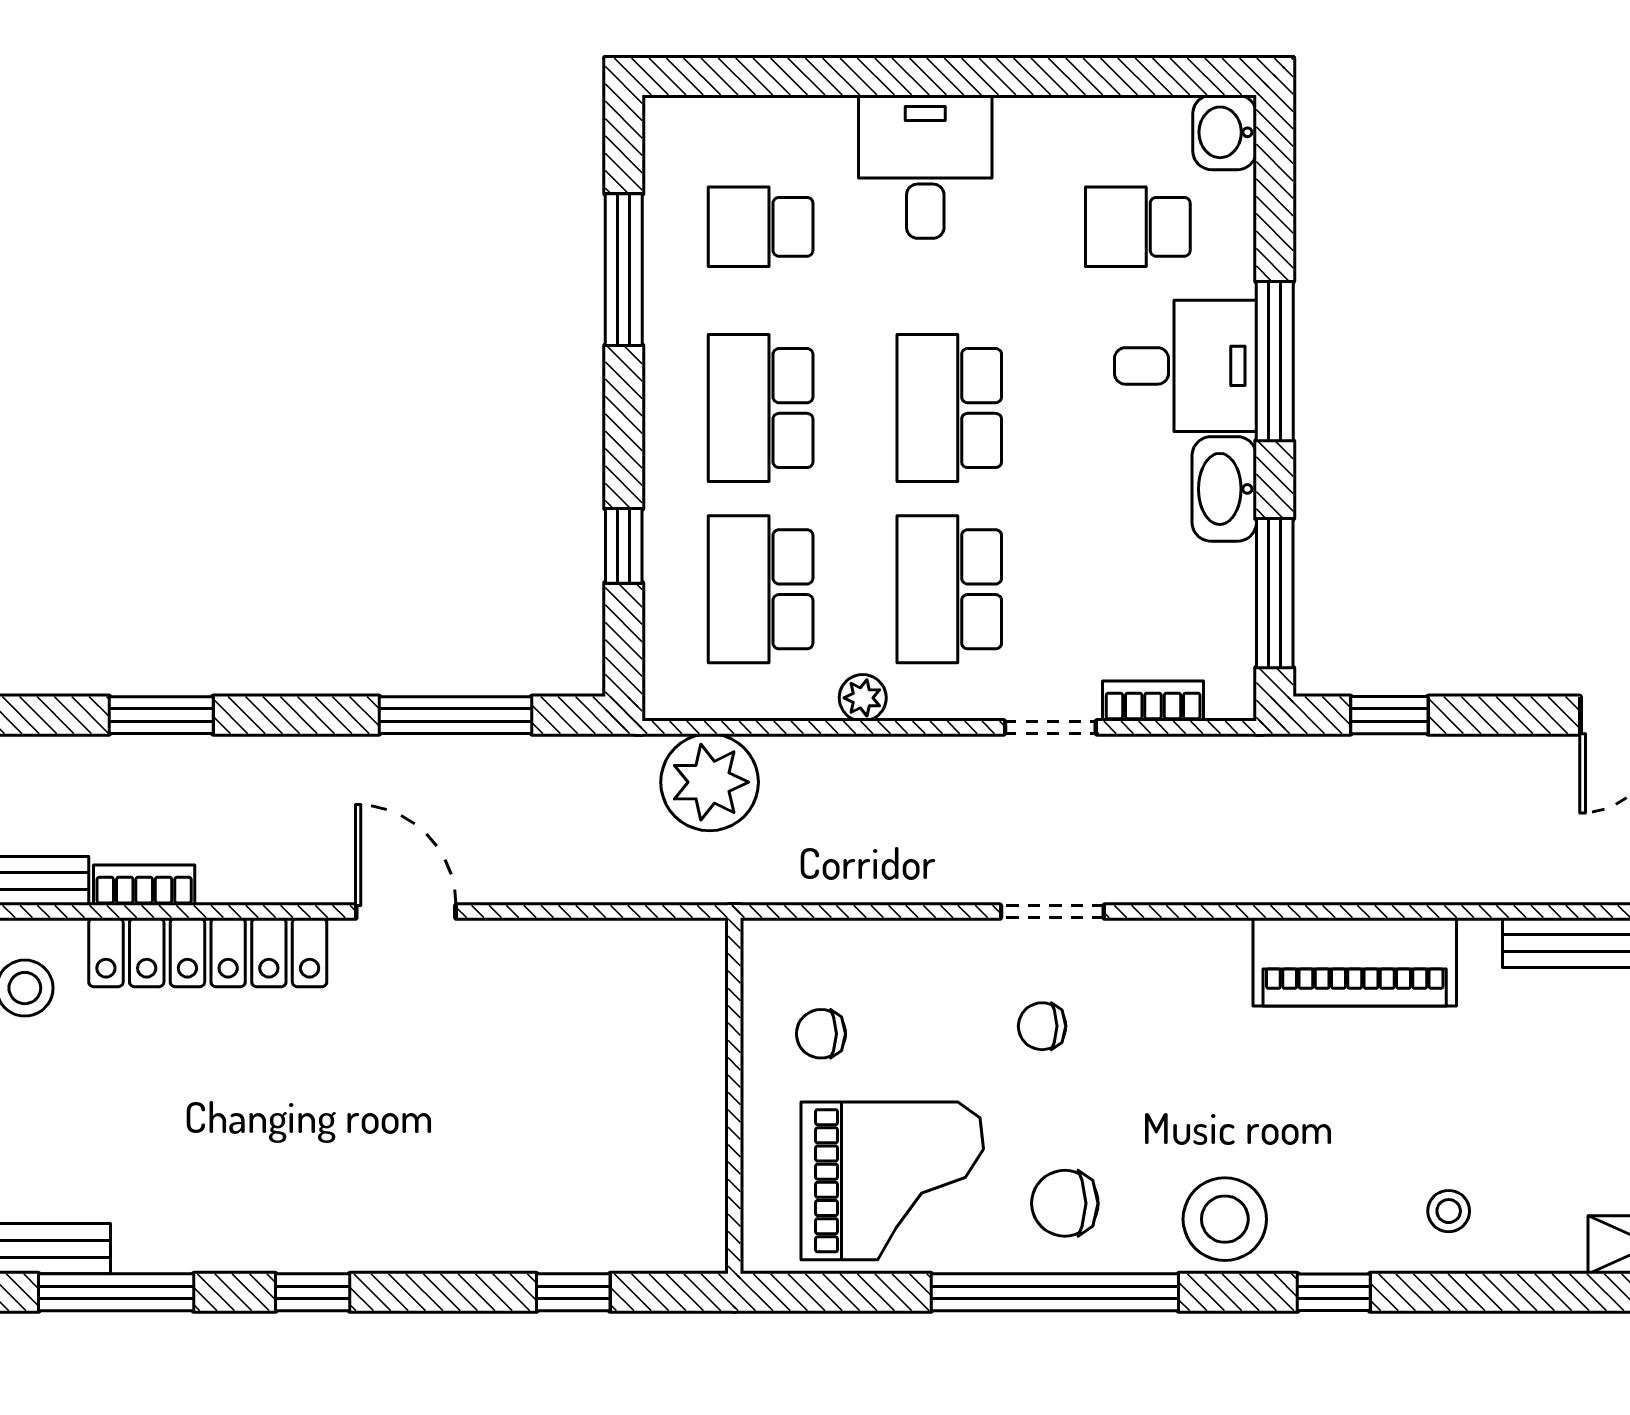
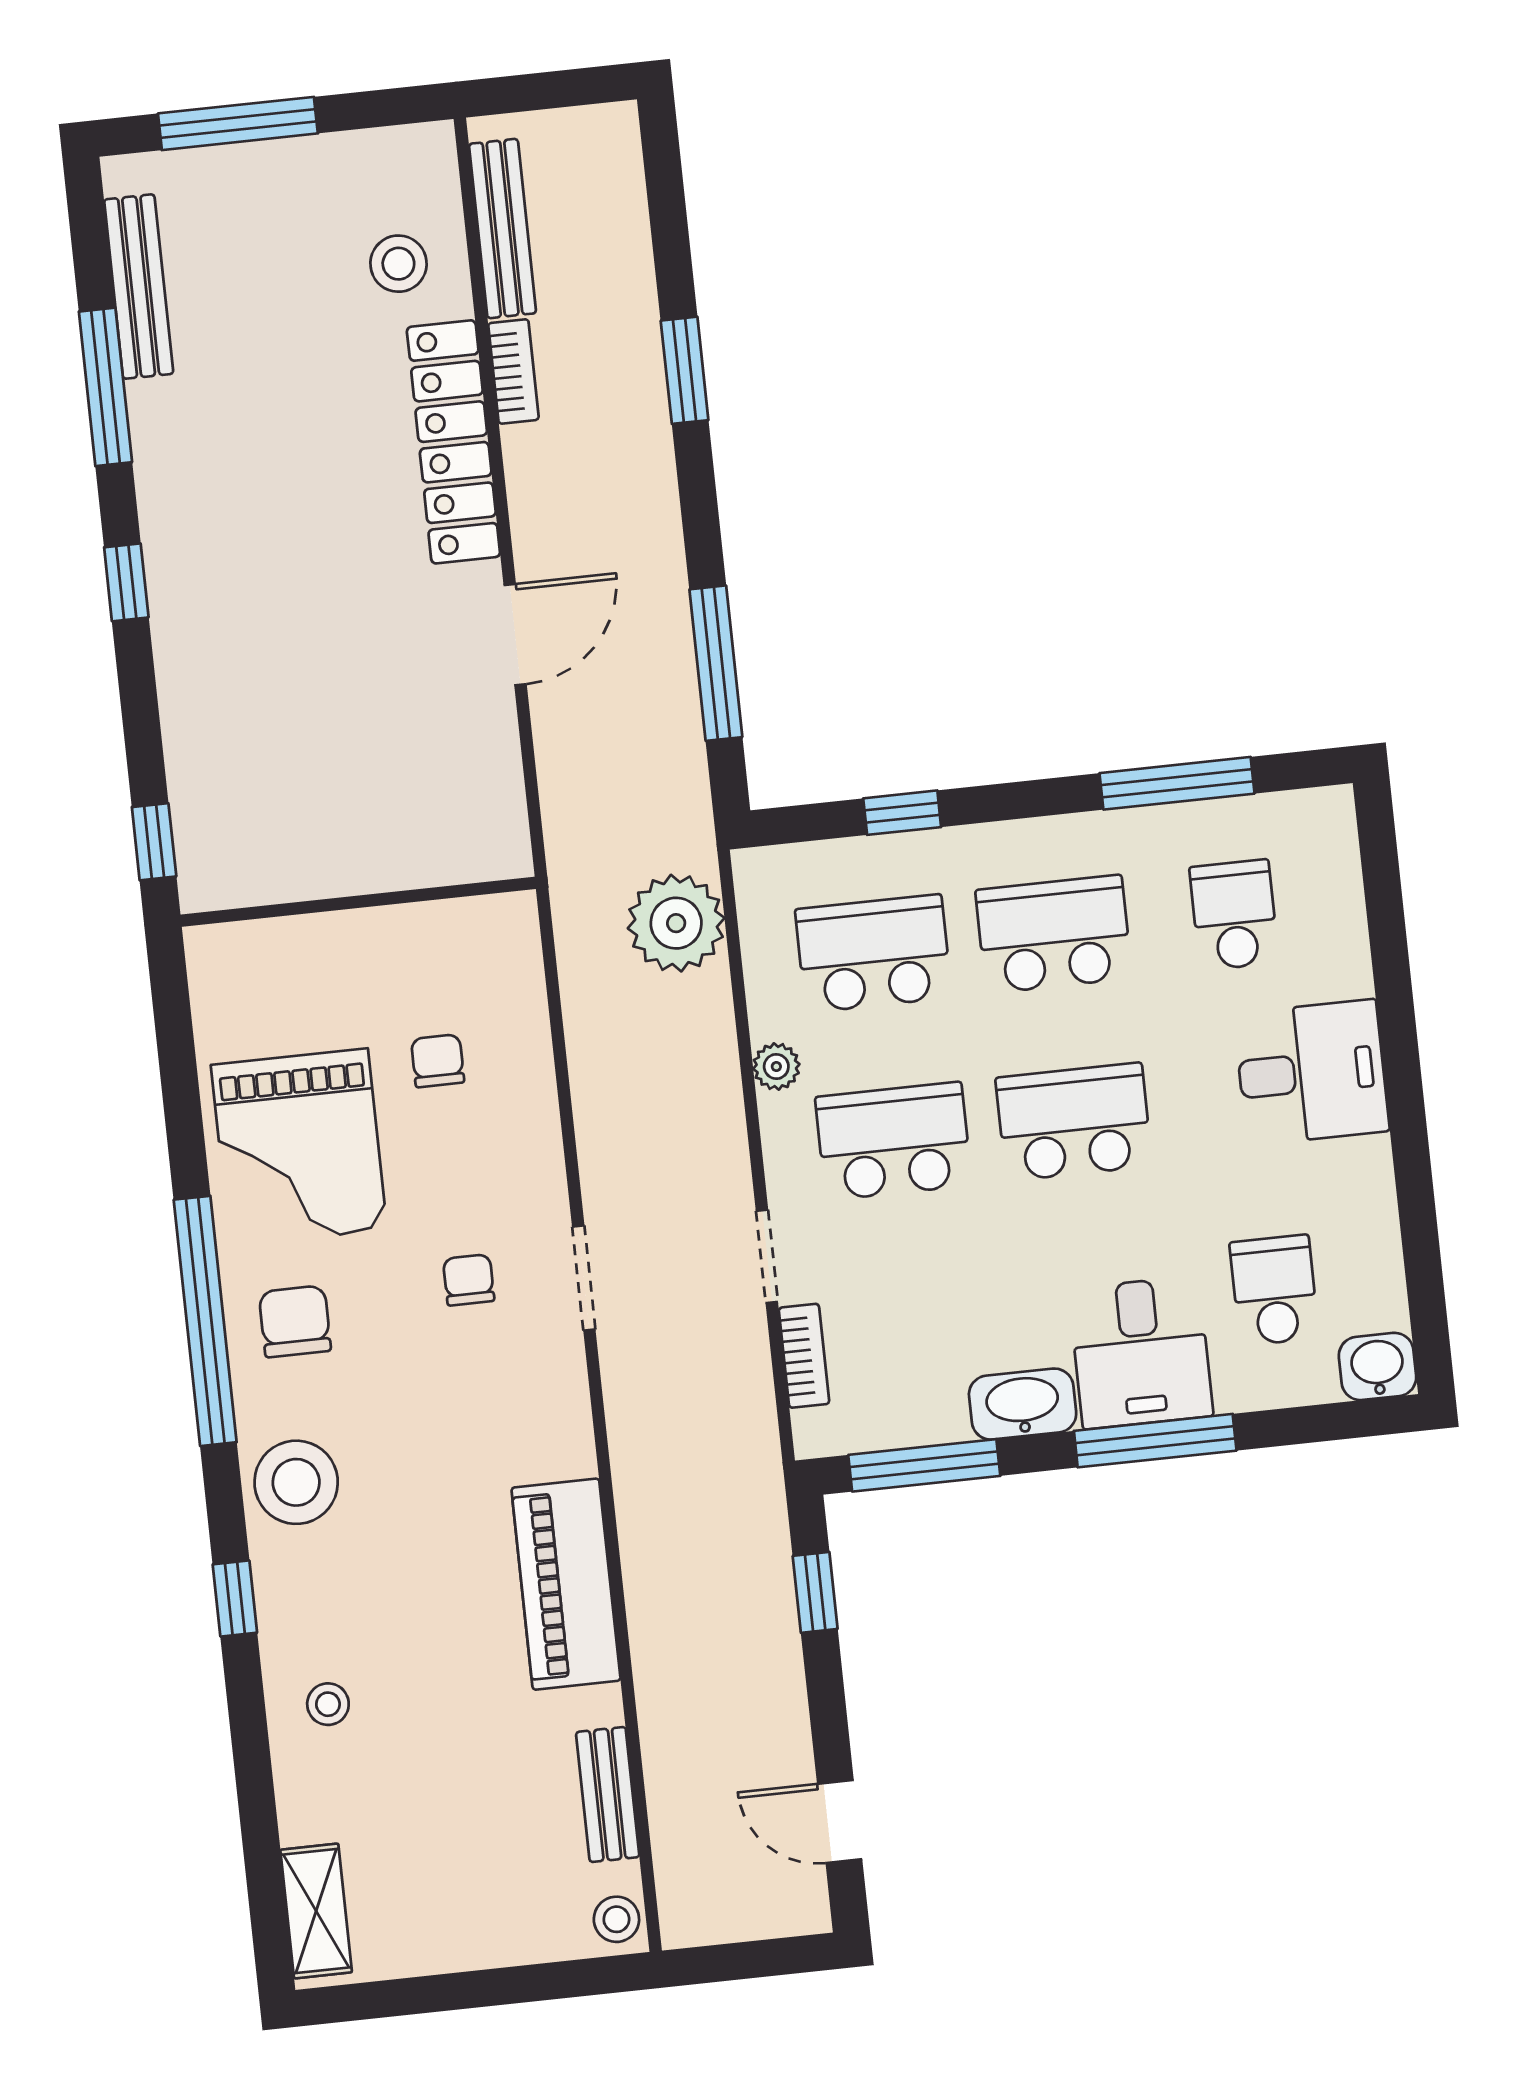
wall: (734, 1096) -> (358, 902), moved

